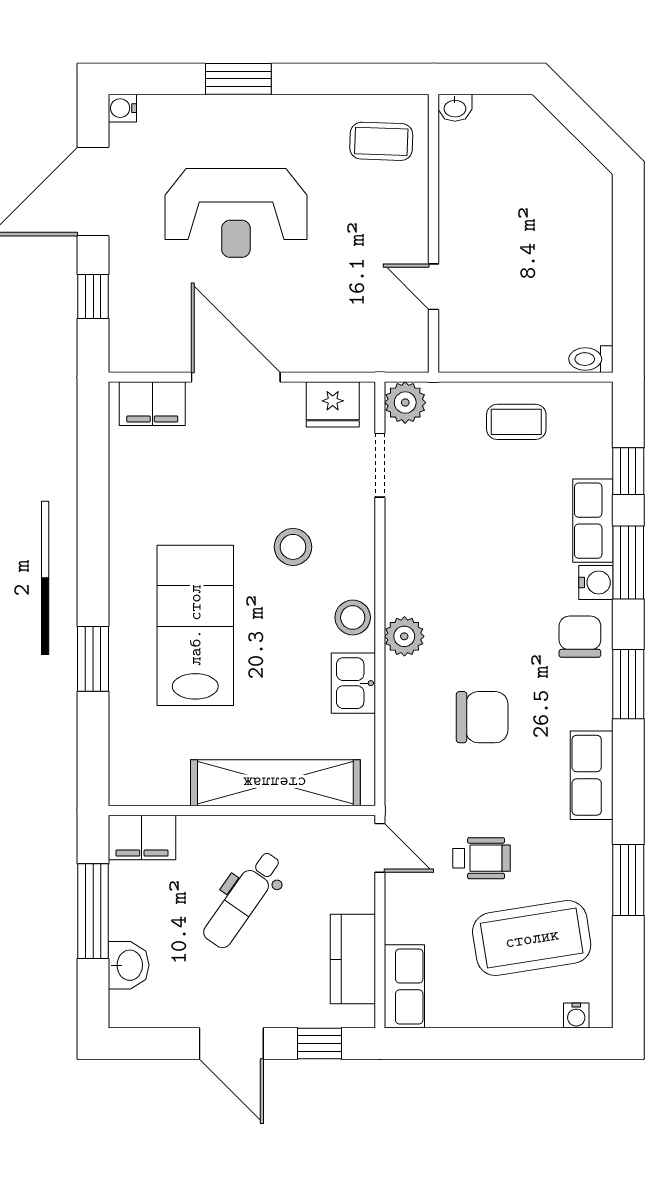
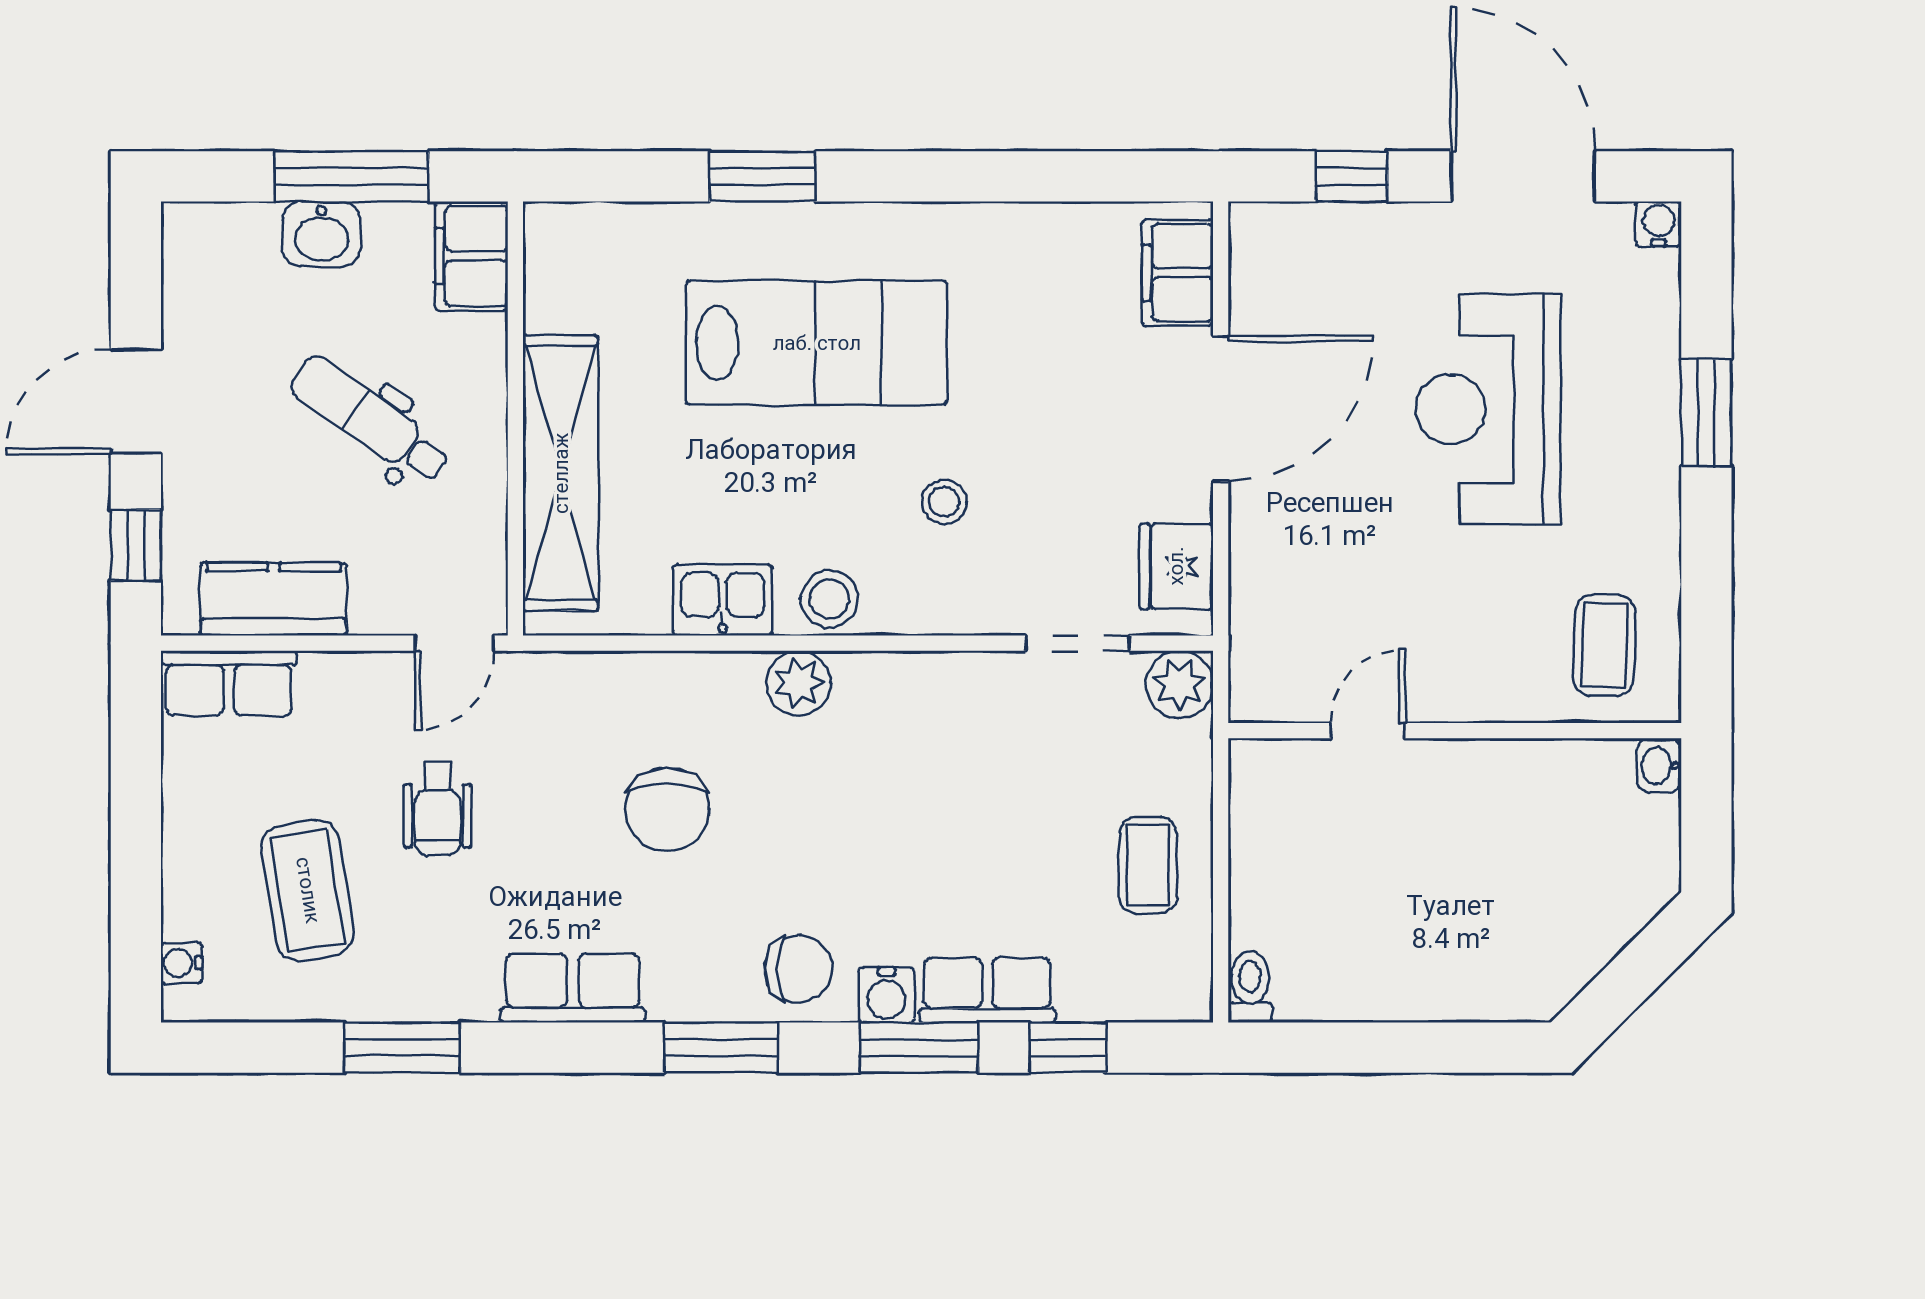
stool: (293, 547) -> (944, 502), width x0.73, depth x0.73
coffee table: (532, 938) -> (308, 890), width x0.73, depth x0.76
washbasin: (129, 965) -> (321, 234), moved

